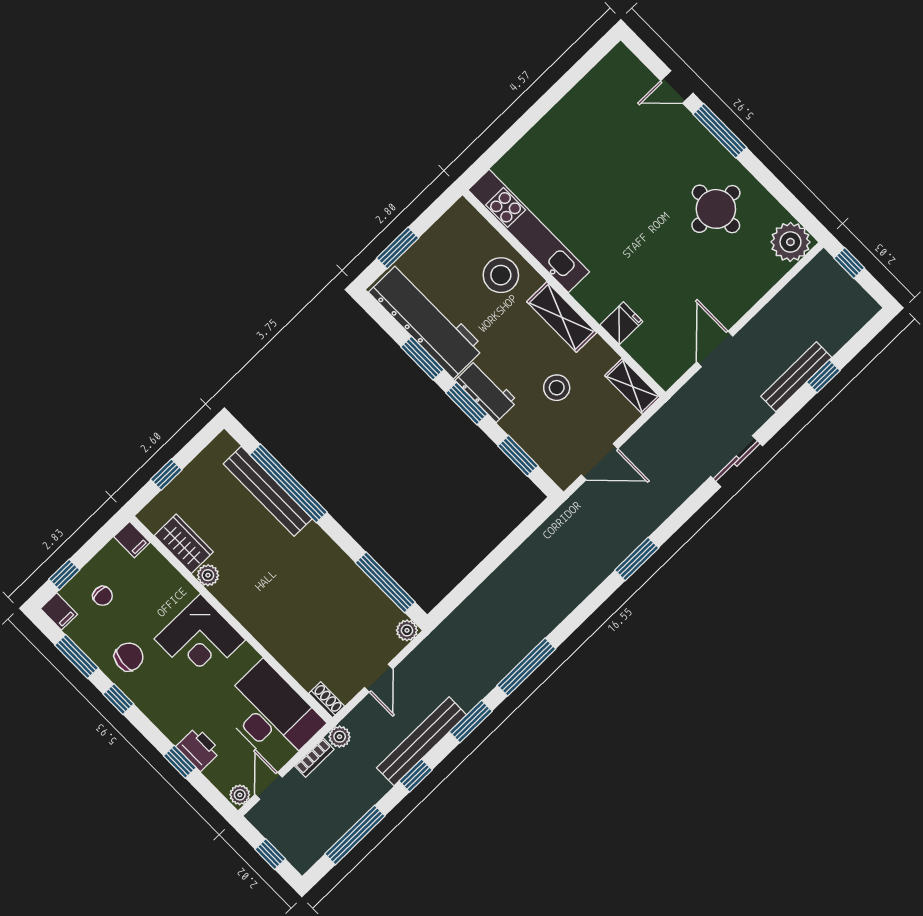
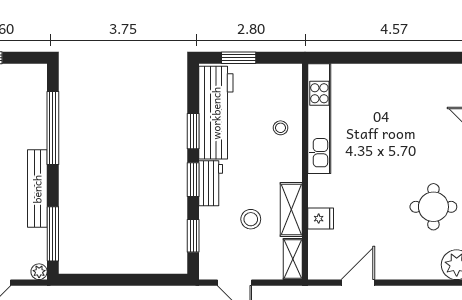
stool: (501, 275) -> (281, 128), width x0.53, depth x0.53
shelving: (562, 317) -> (291, 210), moved
bench: (268, 491) -> (37, 189), moved

